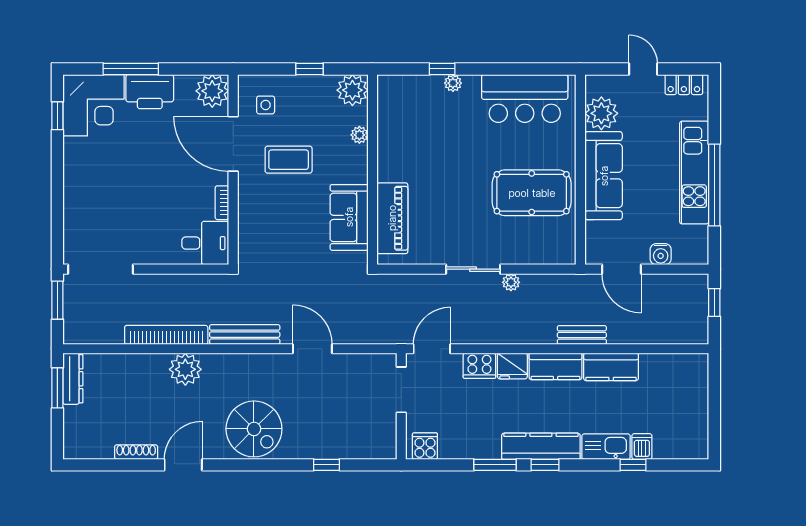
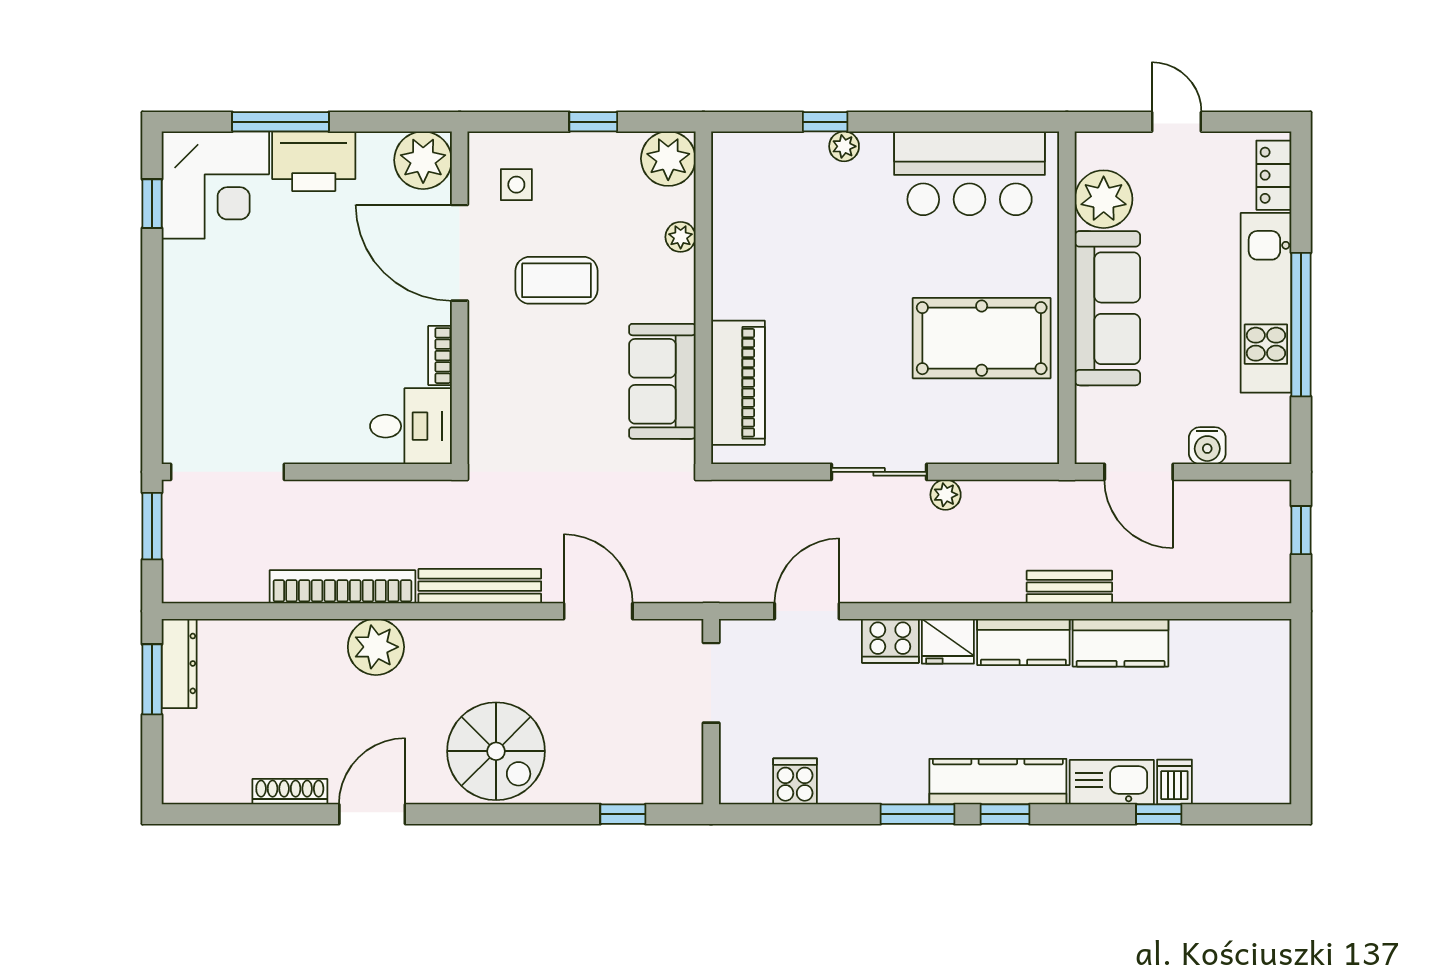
locker: (684, 85) -> (1274, 175), moved, turned 90
doorway: (401, 390) -> (711, 683), moved
wall: (401, 406) -> (711, 712), moved

